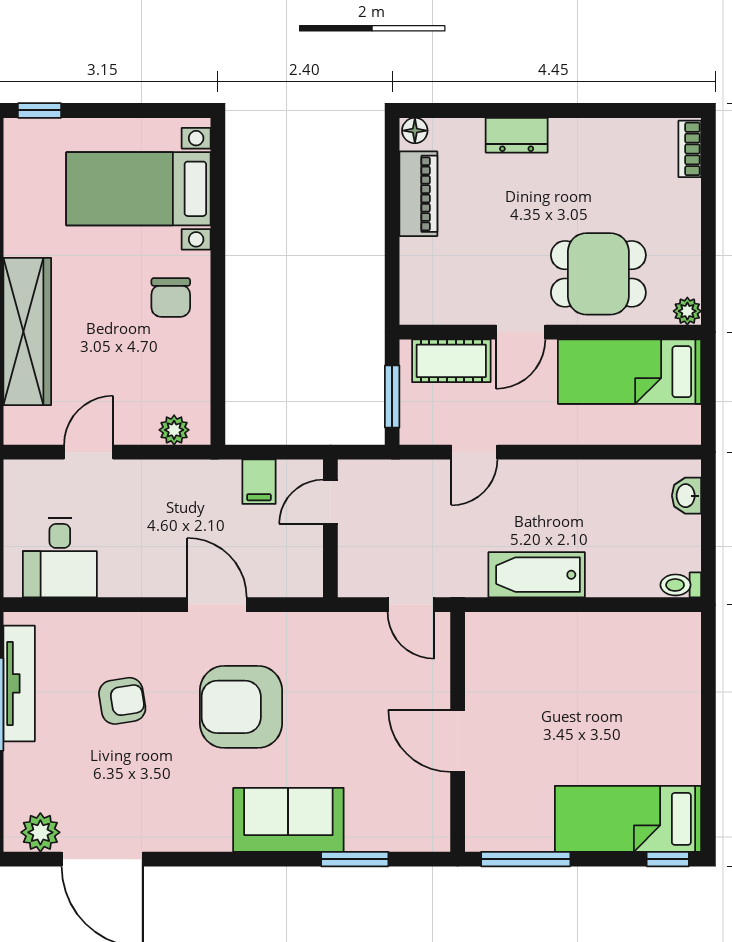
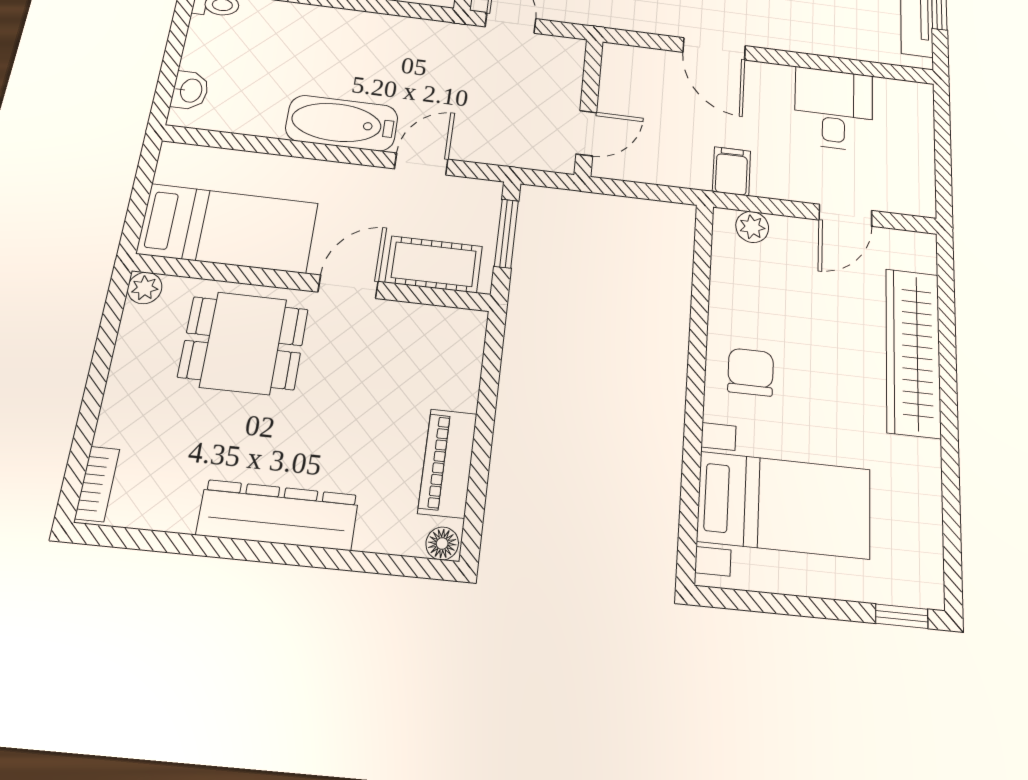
dresser: (517, 135) -> (278, 515), width x1.96, depth x1.24
filing cabinet: (259, 482) -> (731, 171), moved
desk: (60, 558) -> (834, 109), moved
bathtub: (537, 575) -> (342, 123), moved, turned 180

